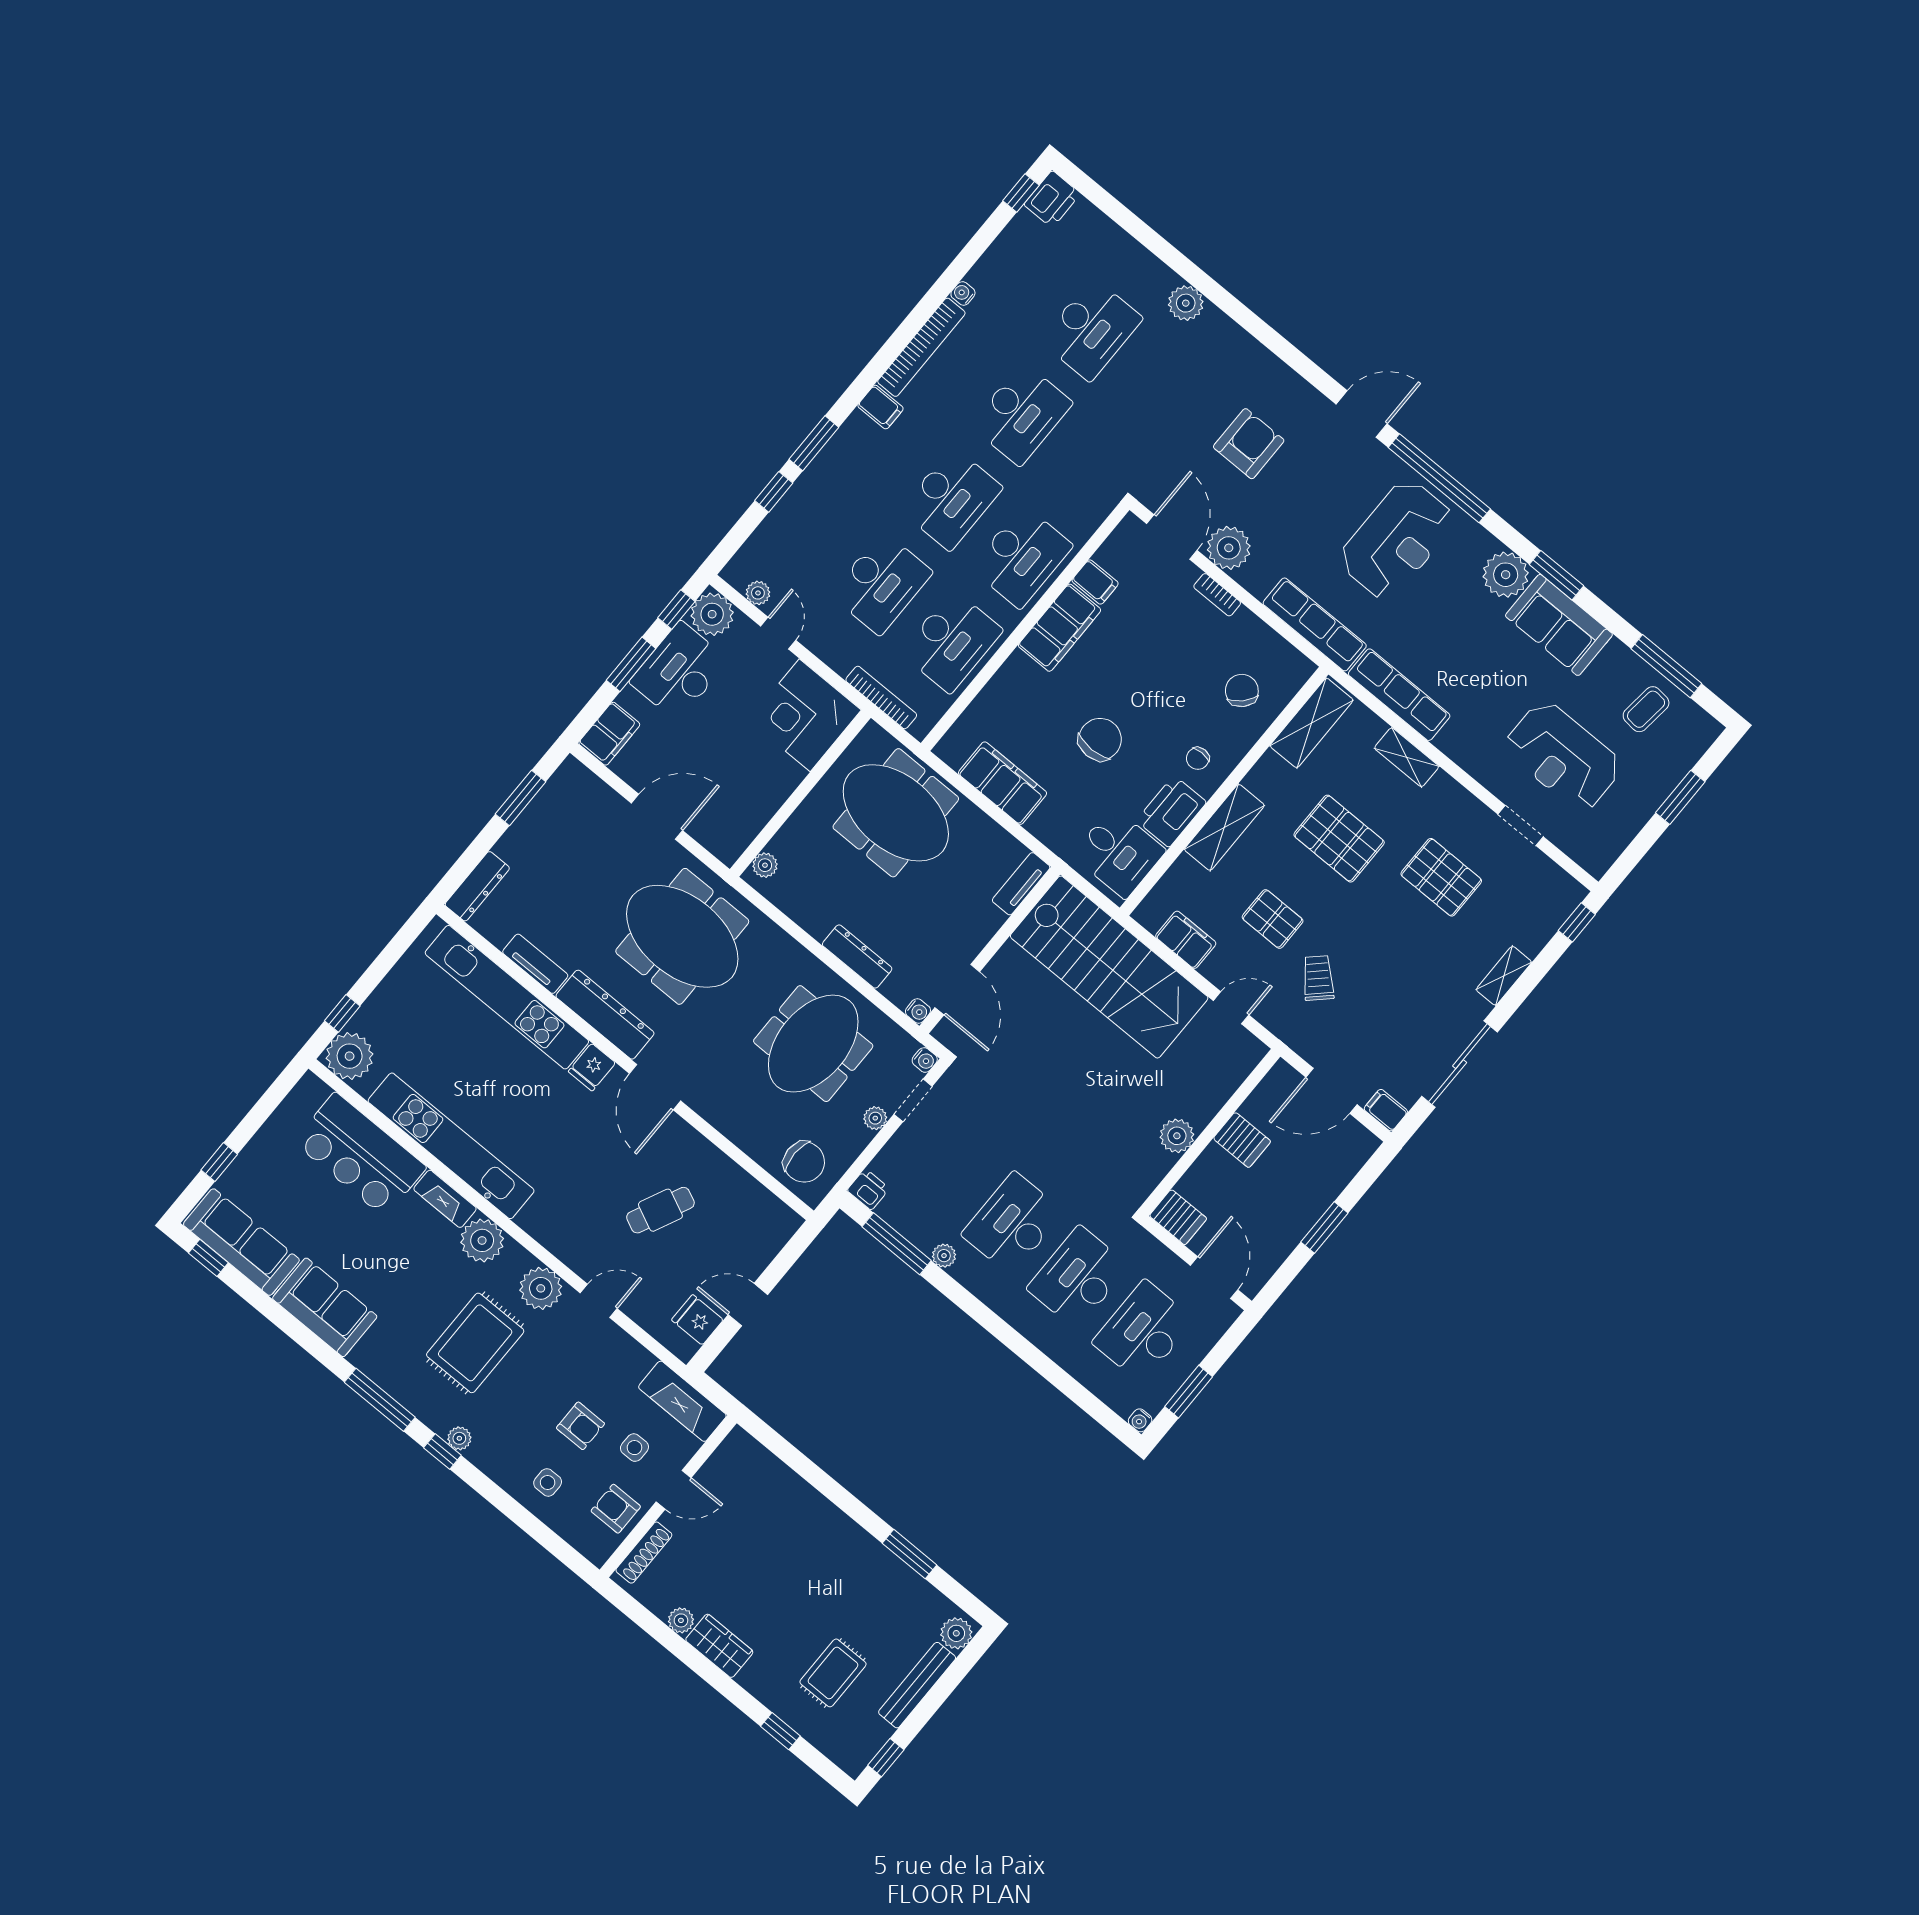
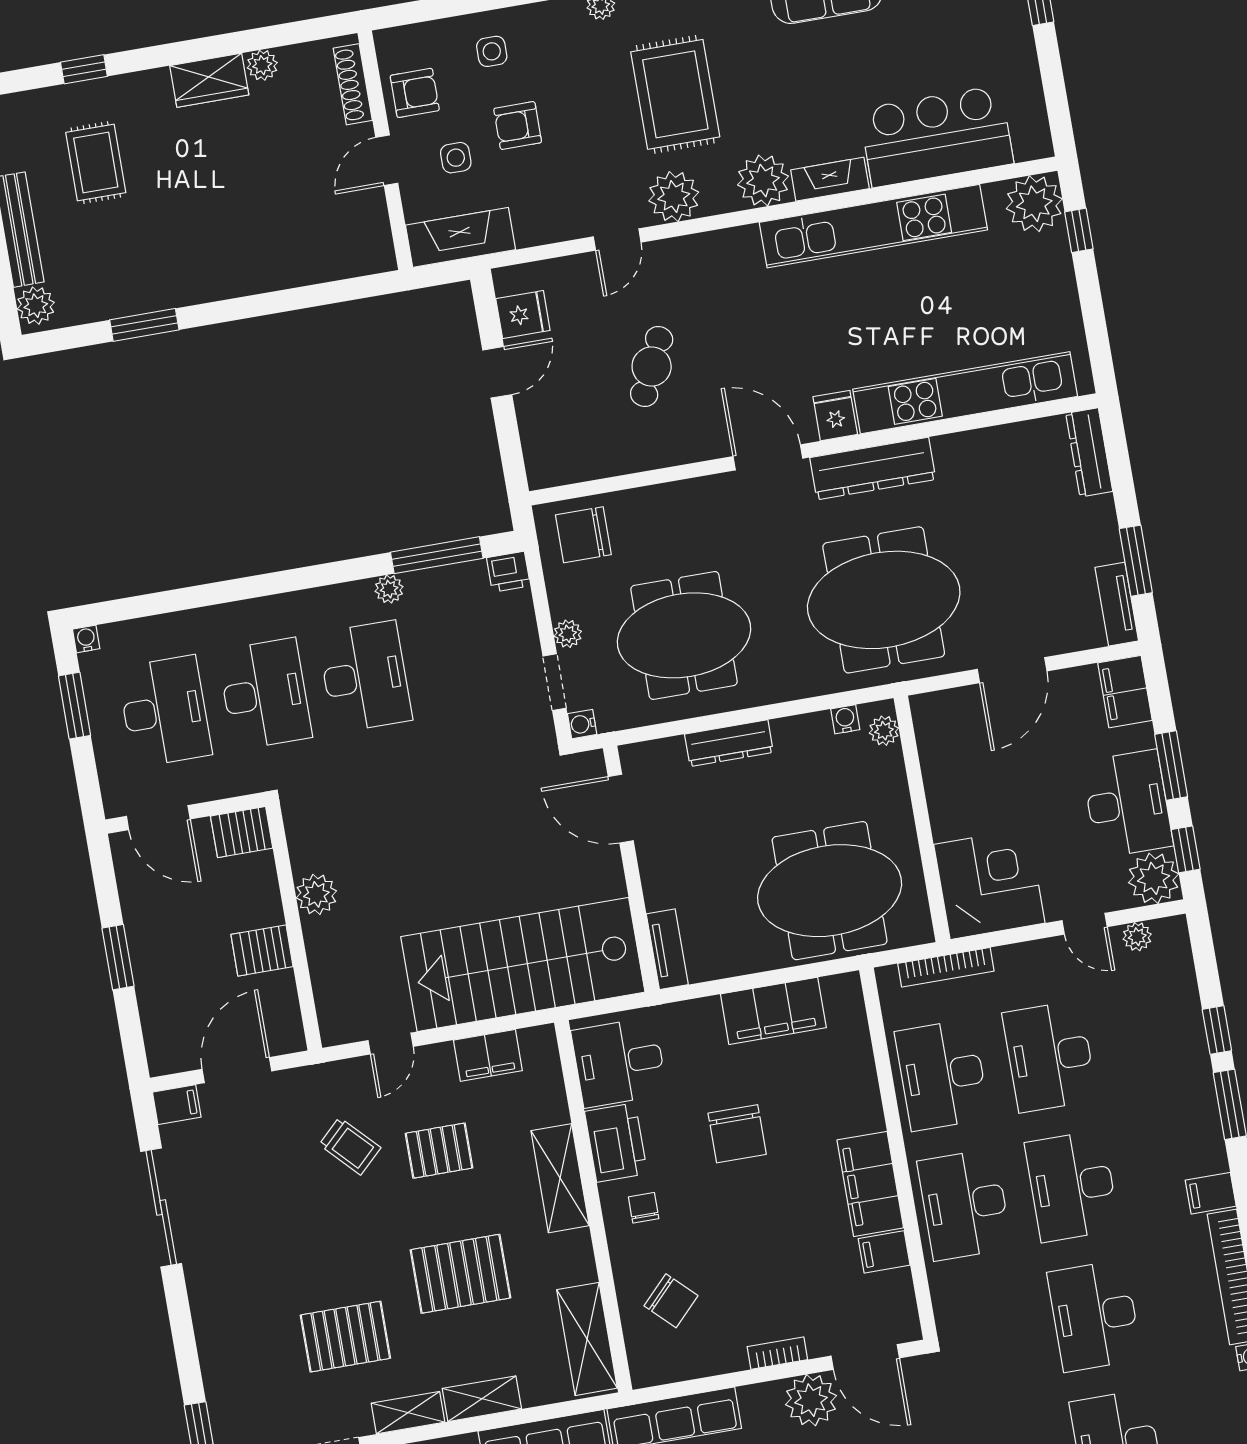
tv unit: (535, 964) -> (1117, 604), moved, turned 90
shelving: (1504, 976) -> (408, 1413), moved, turned 90
water cooler: (918, 1011) -> (845, 719), moved, turned 90
meeting table: (813, 1044) -> (684, 635), turned 90

